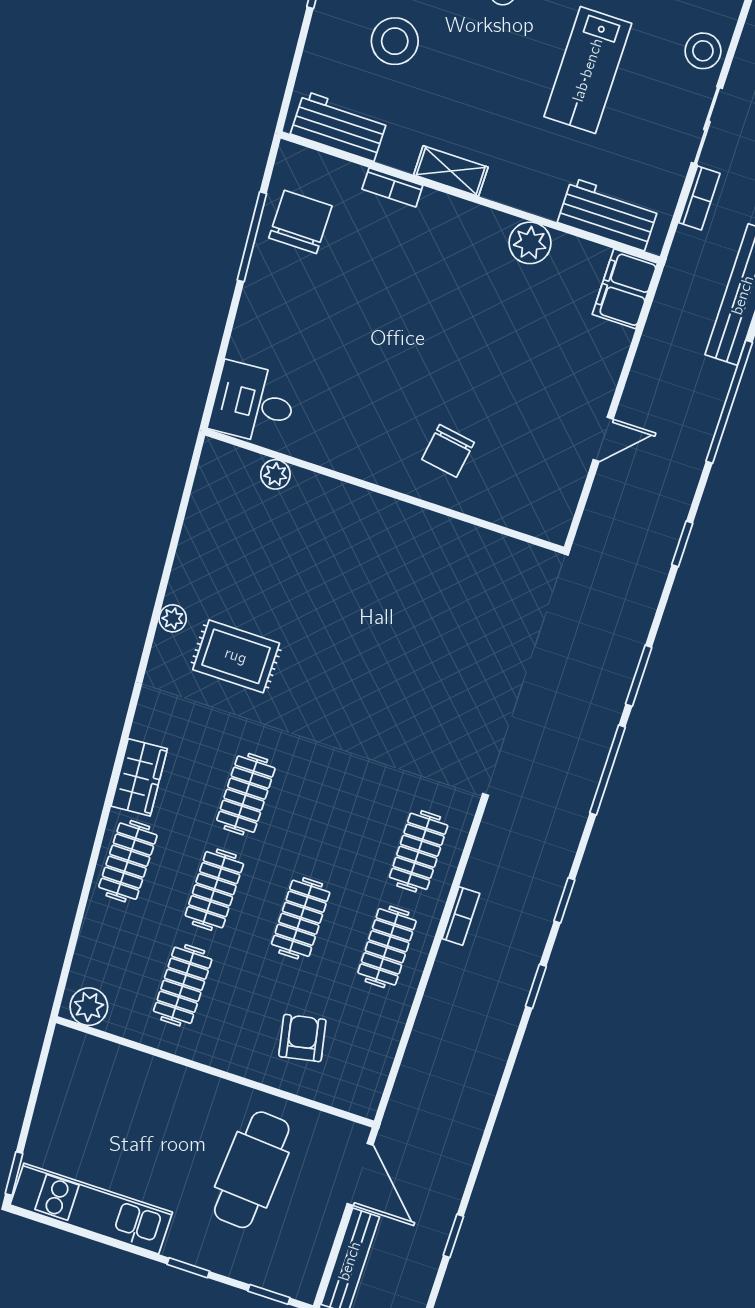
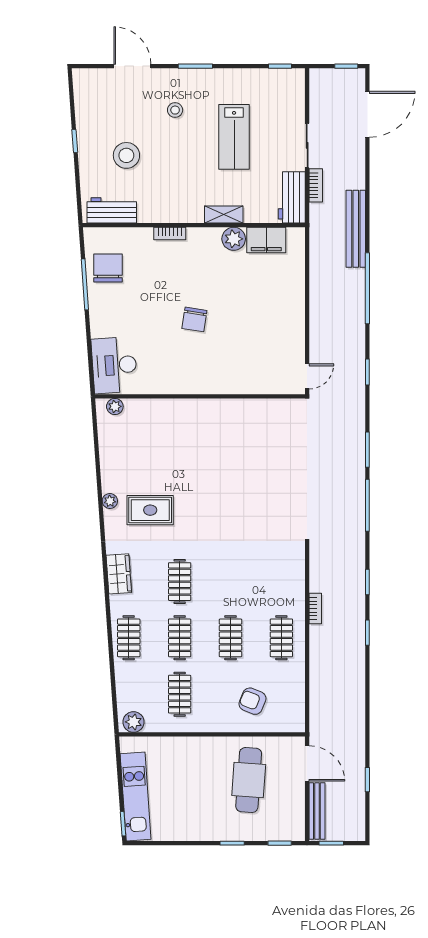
stool: (703, 51) -> (292, 106), removed
shelving: (451, 171) -> (224, 215), moved
bookcase: (392, 187) -> (170, 234), moved
workbench: (608, 214) -> (292, 197), moved, turned -90
filing cabinet: (625, 289) -> (266, 240), moved, turned -90
desk: (253, 403) -> (114, 365), width x1.37
door: (603, 439) -> (307, 376), moved
chair: (448, 451) -> (194, 319), moved
plant: (275, 474) -> (115, 406), moved
wardrobe: (139, 777) -> (119, 574), moved
clothes rail: (419, 851) -> (281, 582), removed
armchair: (302, 1038) -> (252, 701), turned -57
kitchen unit: (91, 1209) -> (136, 796), moved, turned 86

